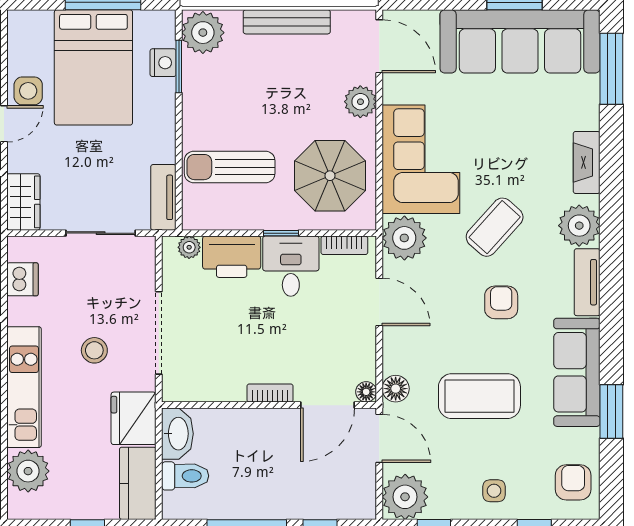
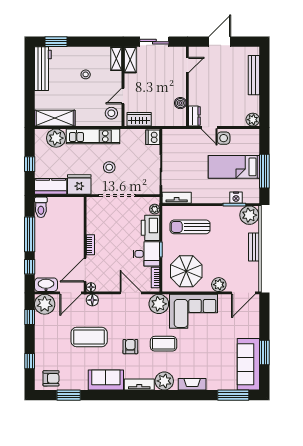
bench: (287, 22) -> (254, 247), width x0.73
sofa: (520, 41) -> (248, 364), width x0.74, depth x0.79
bed: (93, 67) -> (234, 167), width x0.67
sun lounger: (230, 167) -> (190, 227), turned -90
wardrobe: (23, 202) -> (175, 136), removed
coffee table: (495, 227) -> (164, 344), turned -42
dishwasher: (22, 279) -> (153, 137), moved, turned 90
door: (379, 302) -> (131, 293), swing flipped
armchair: (501, 302) -> (130, 347), turned -90
sofa: (577, 372) -> (106, 380), width x0.73
coffee table: (479, 396) -> (89, 337), turned 90
door: (328, 405) -> (85, 270), hinge flipped
window: (611, 412) -> (69, 395), moved
washbasin: (177, 434) -> (46, 285), moved, turned 180
toilet: (185, 476) -> (41, 207), moved
side table: (494, 491) -> (47, 343), removed

